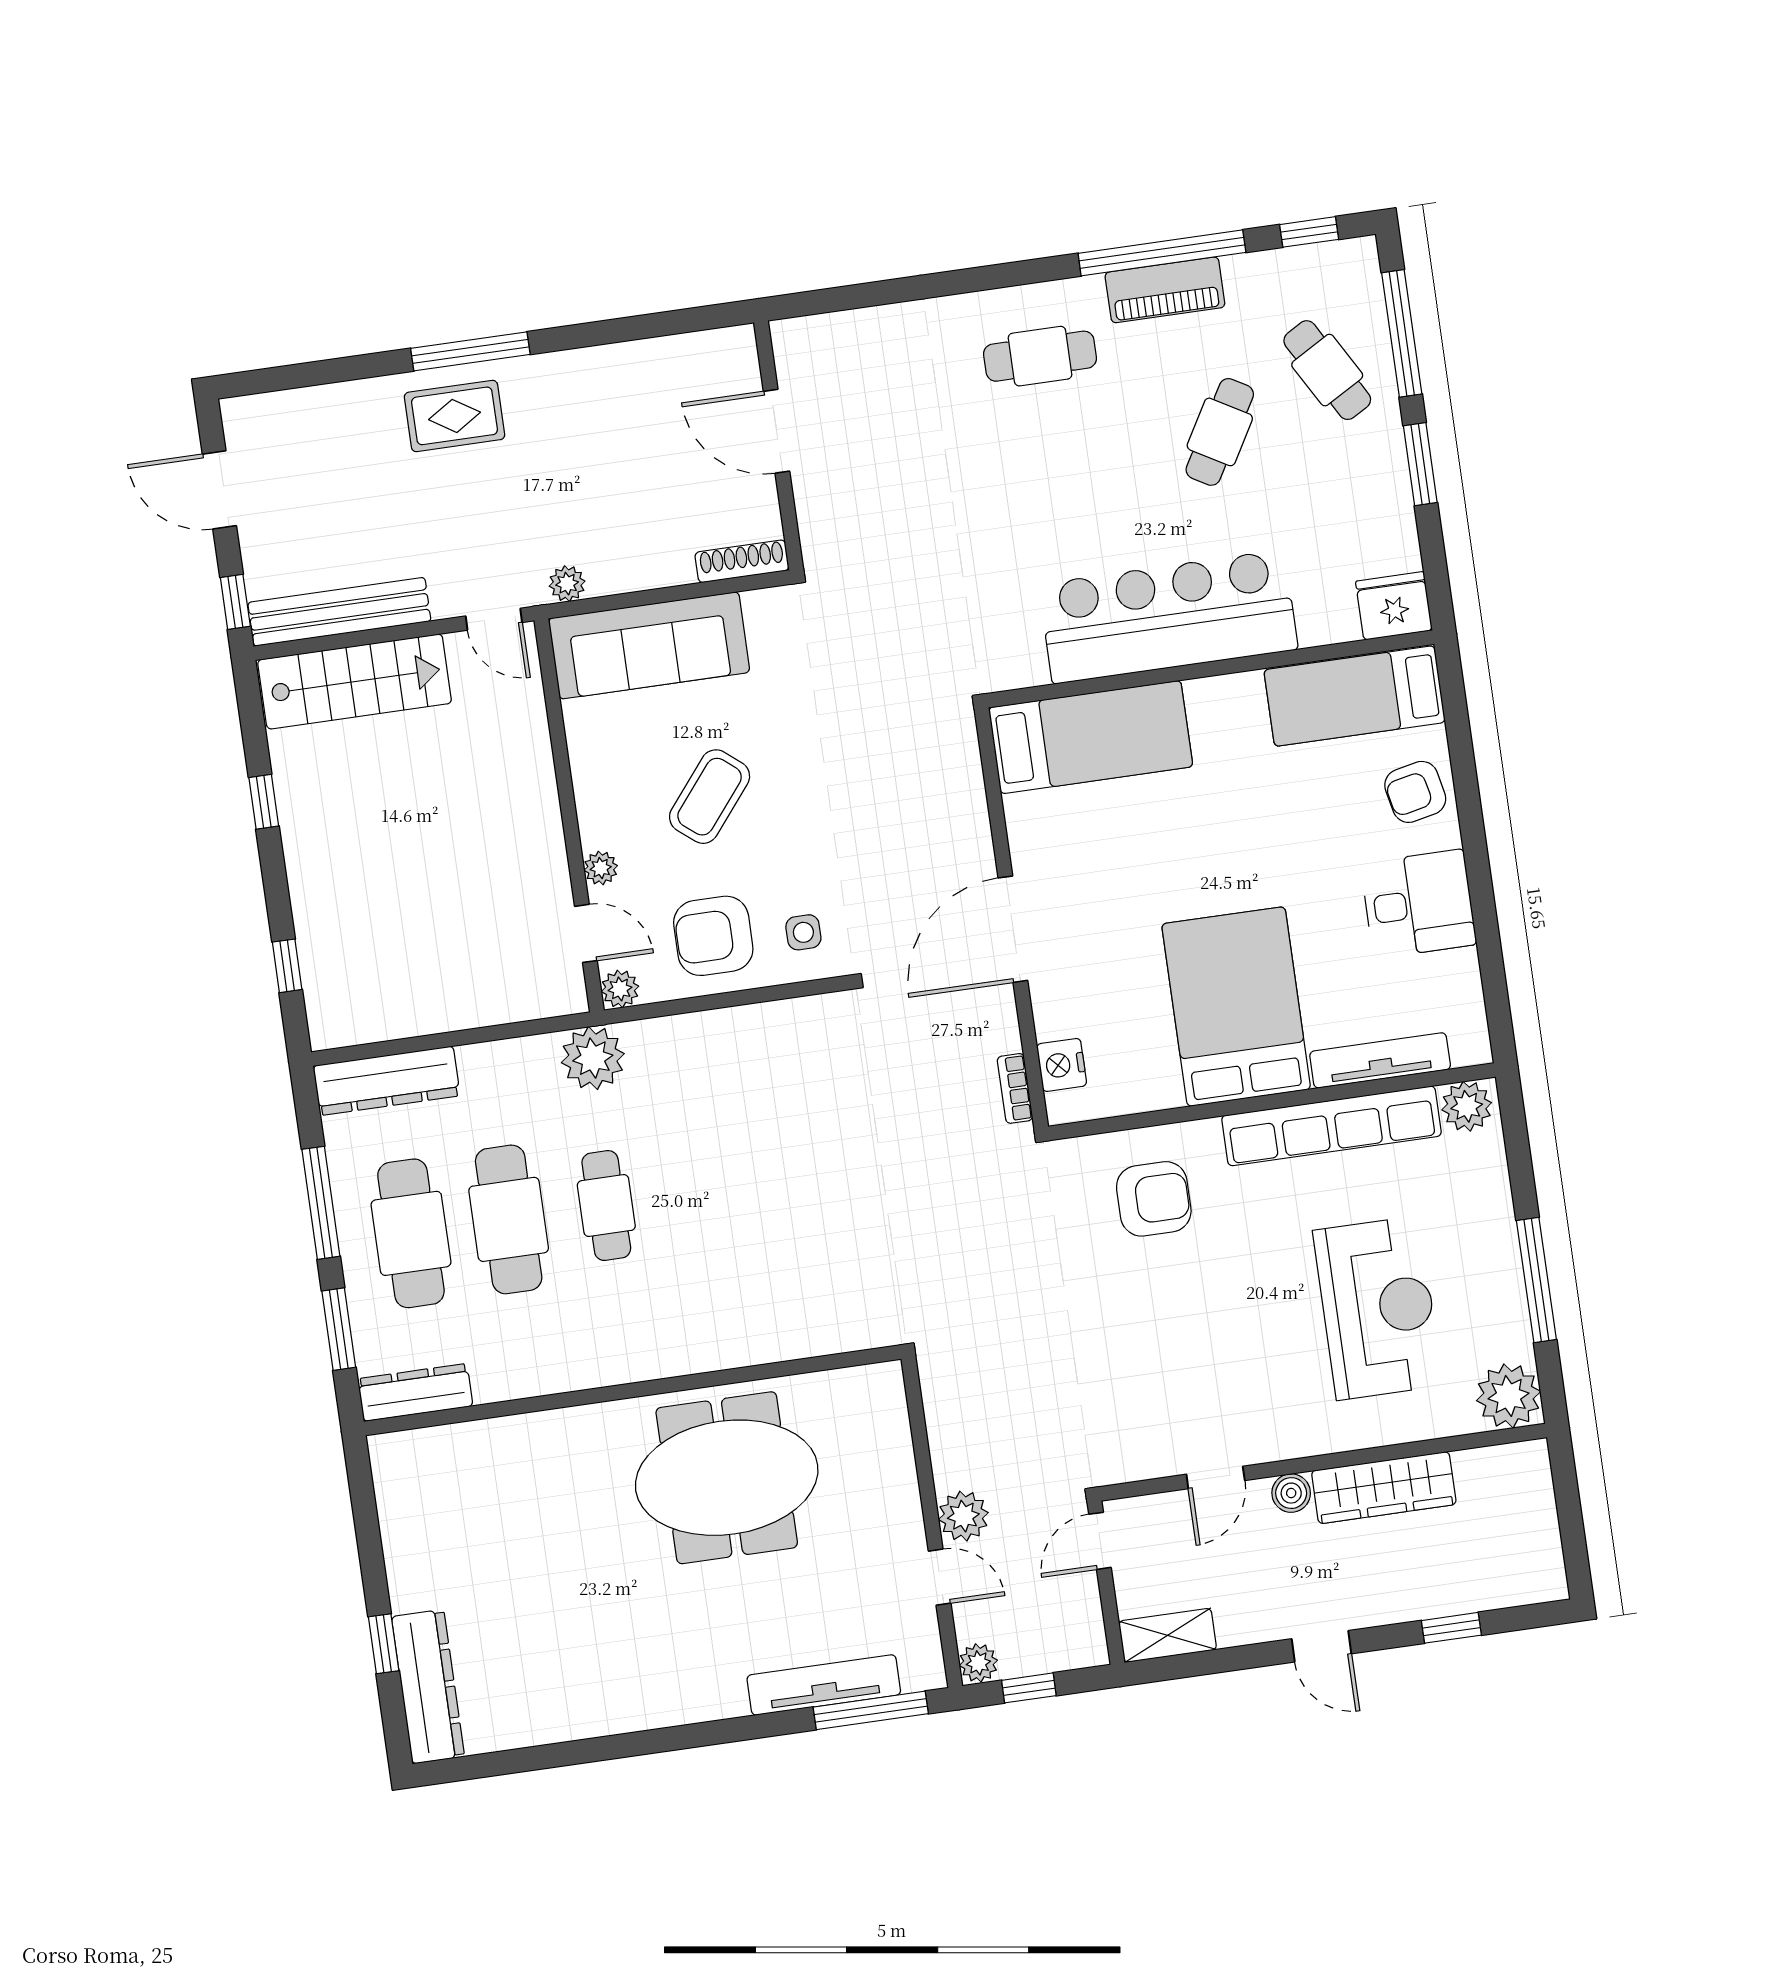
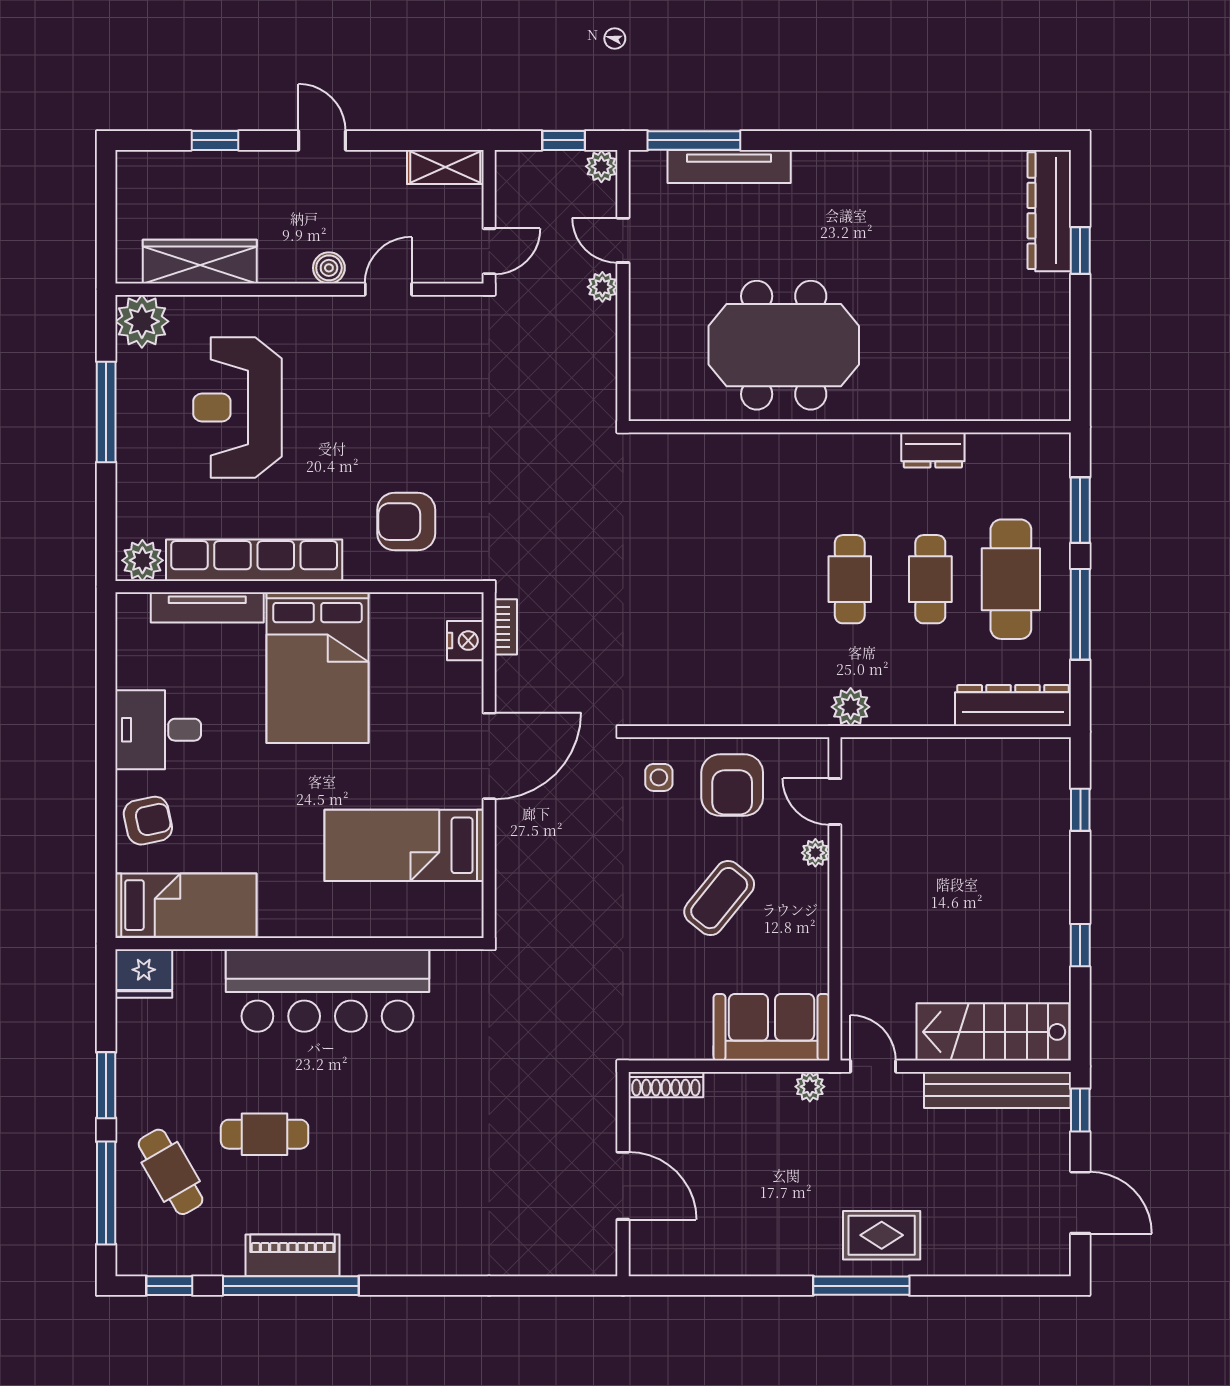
cafe table: (1040, 356) -> (401, 1216), removed
cafe table: (1220, 432) -> (265, 1134), turned 60
sofa: (649, 645) -> (772, 1027), width x0.73
bed: (1091, 737) -> (404, 845), moved
armchair: (713, 936) -> (732, 785), turned 90
plant: (620, 989) -> (814, 753), removed
plant: (593, 1058) -> (851, 707), width x0.73, depth x0.73
cafe table: (509, 1219) -> (930, 579), width x0.73, depth x0.74
dresser: (415, 1392) -> (933, 450), moved, width x0.70
wardrobe: (1384, 1488) -> (200, 262), moved
plant: (963, 1516) -> (602, 287), width x0.73, depth x0.73

